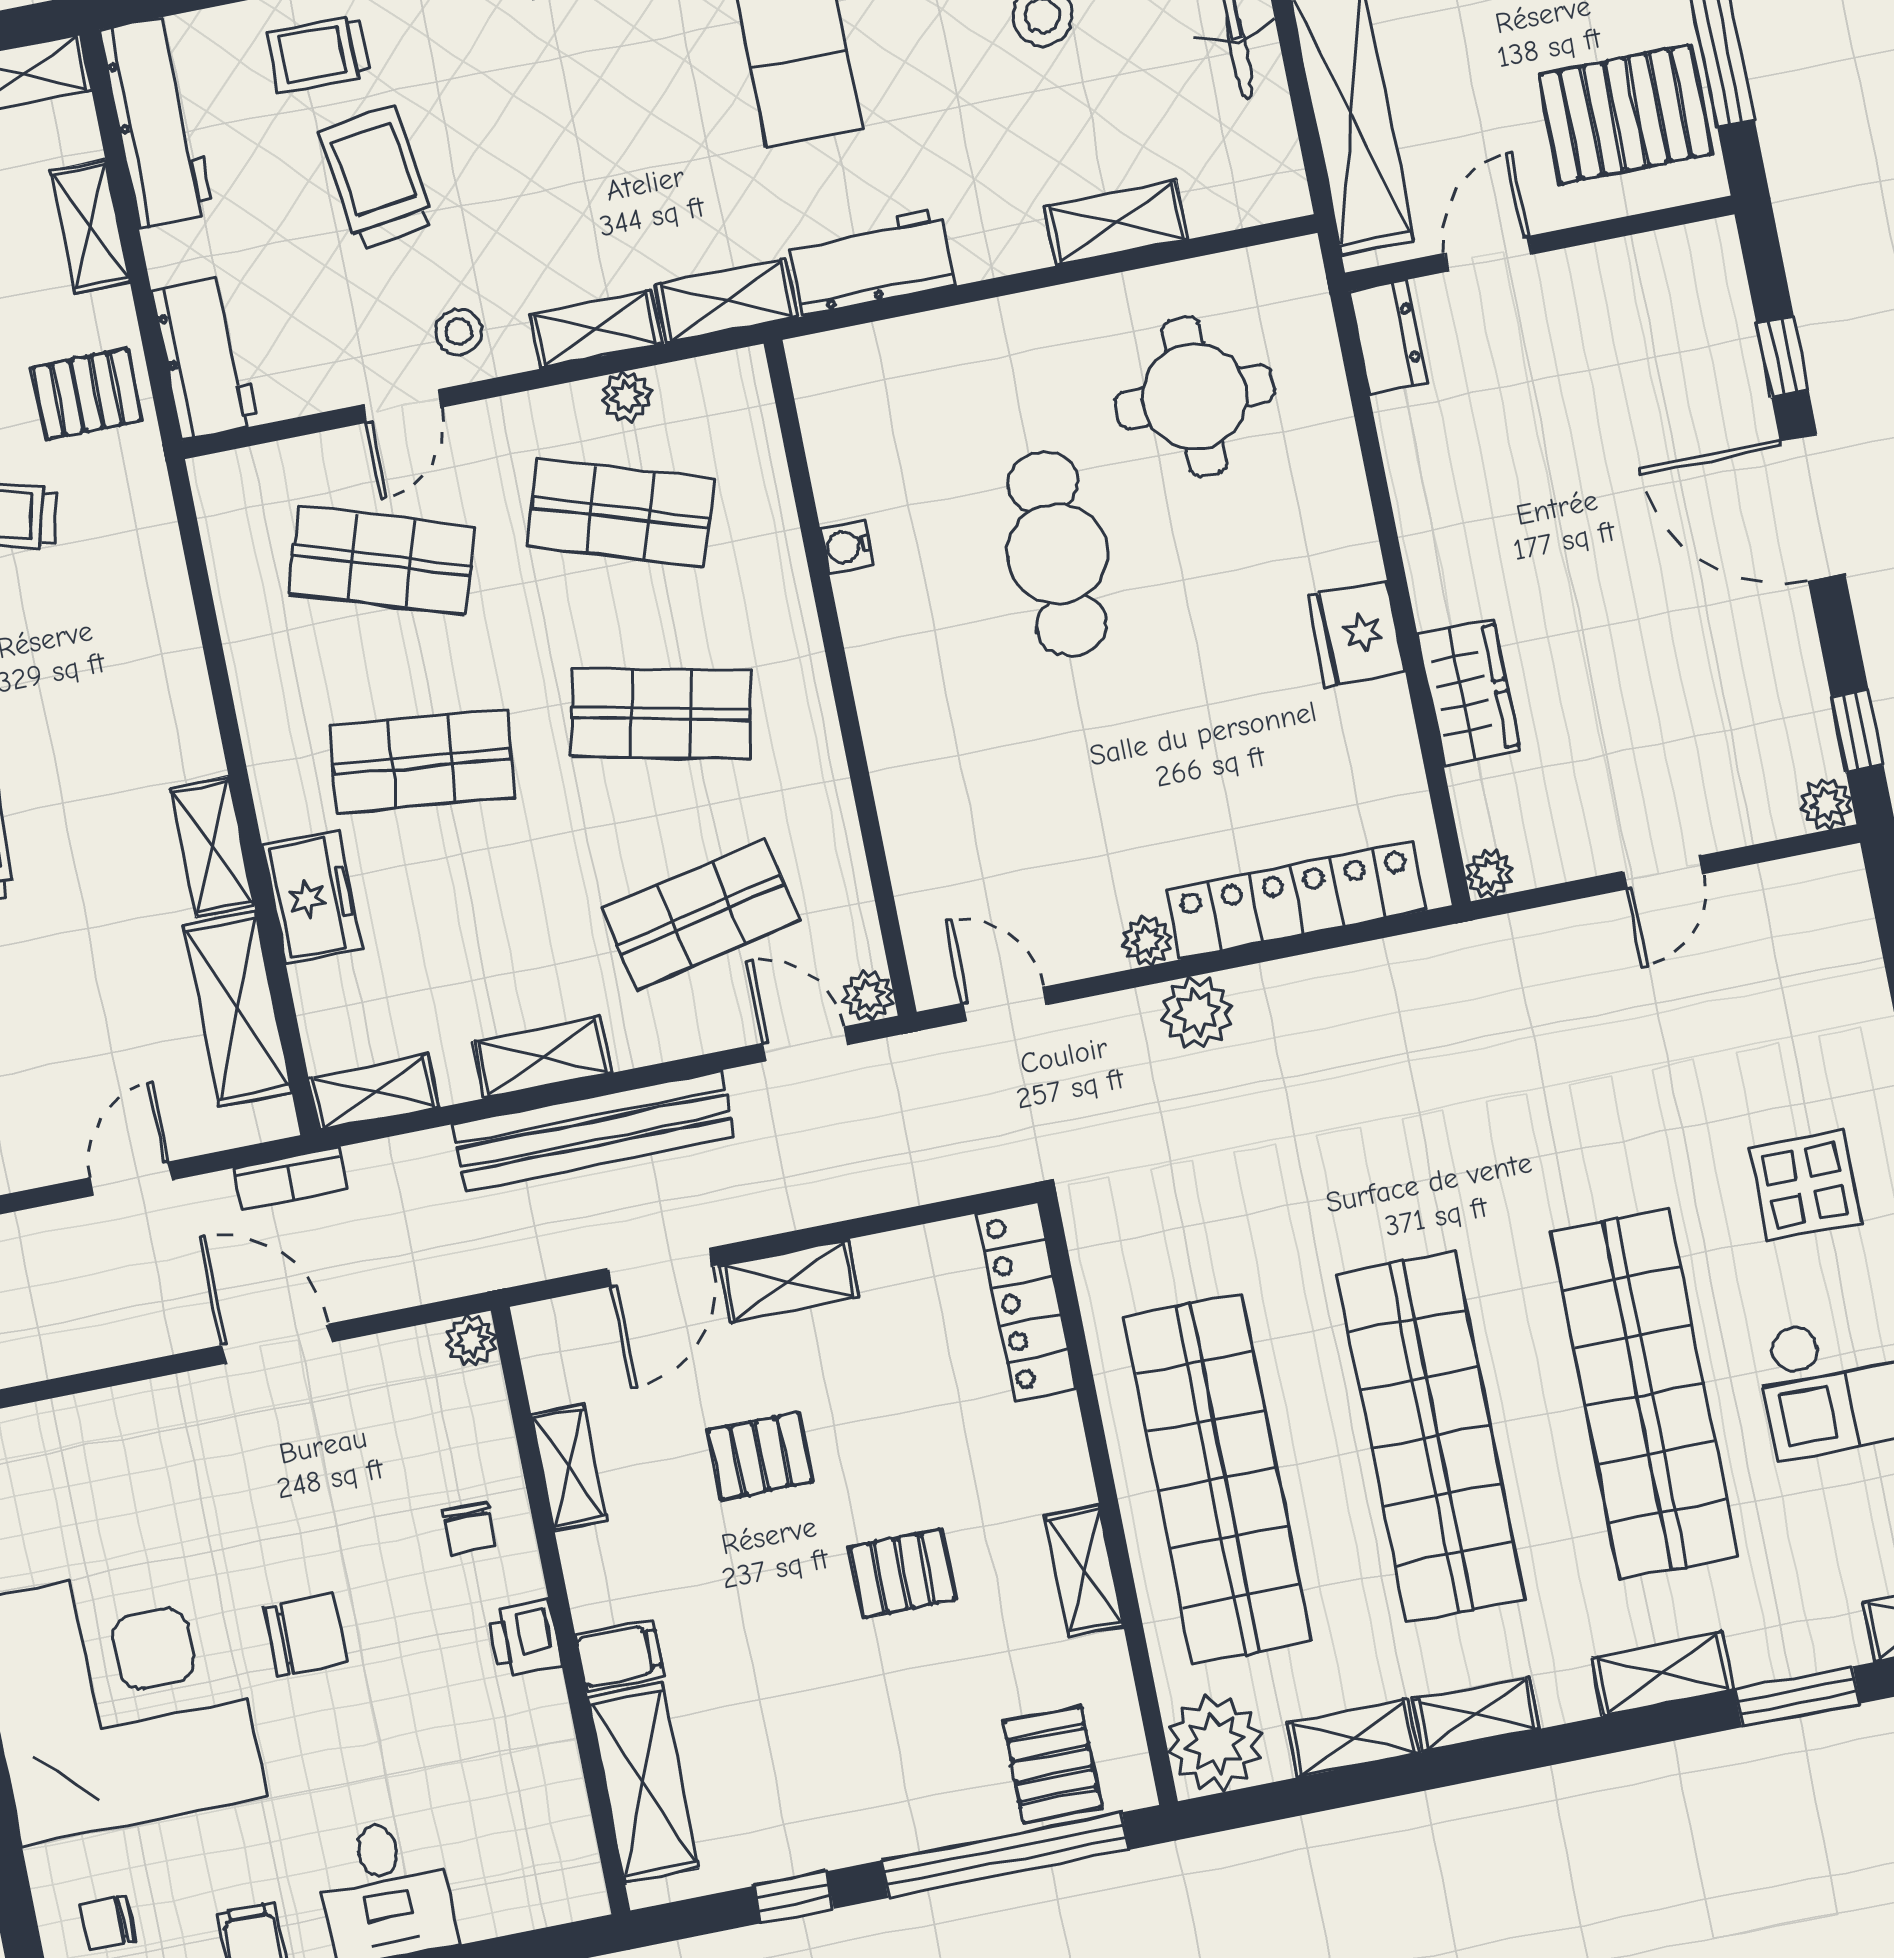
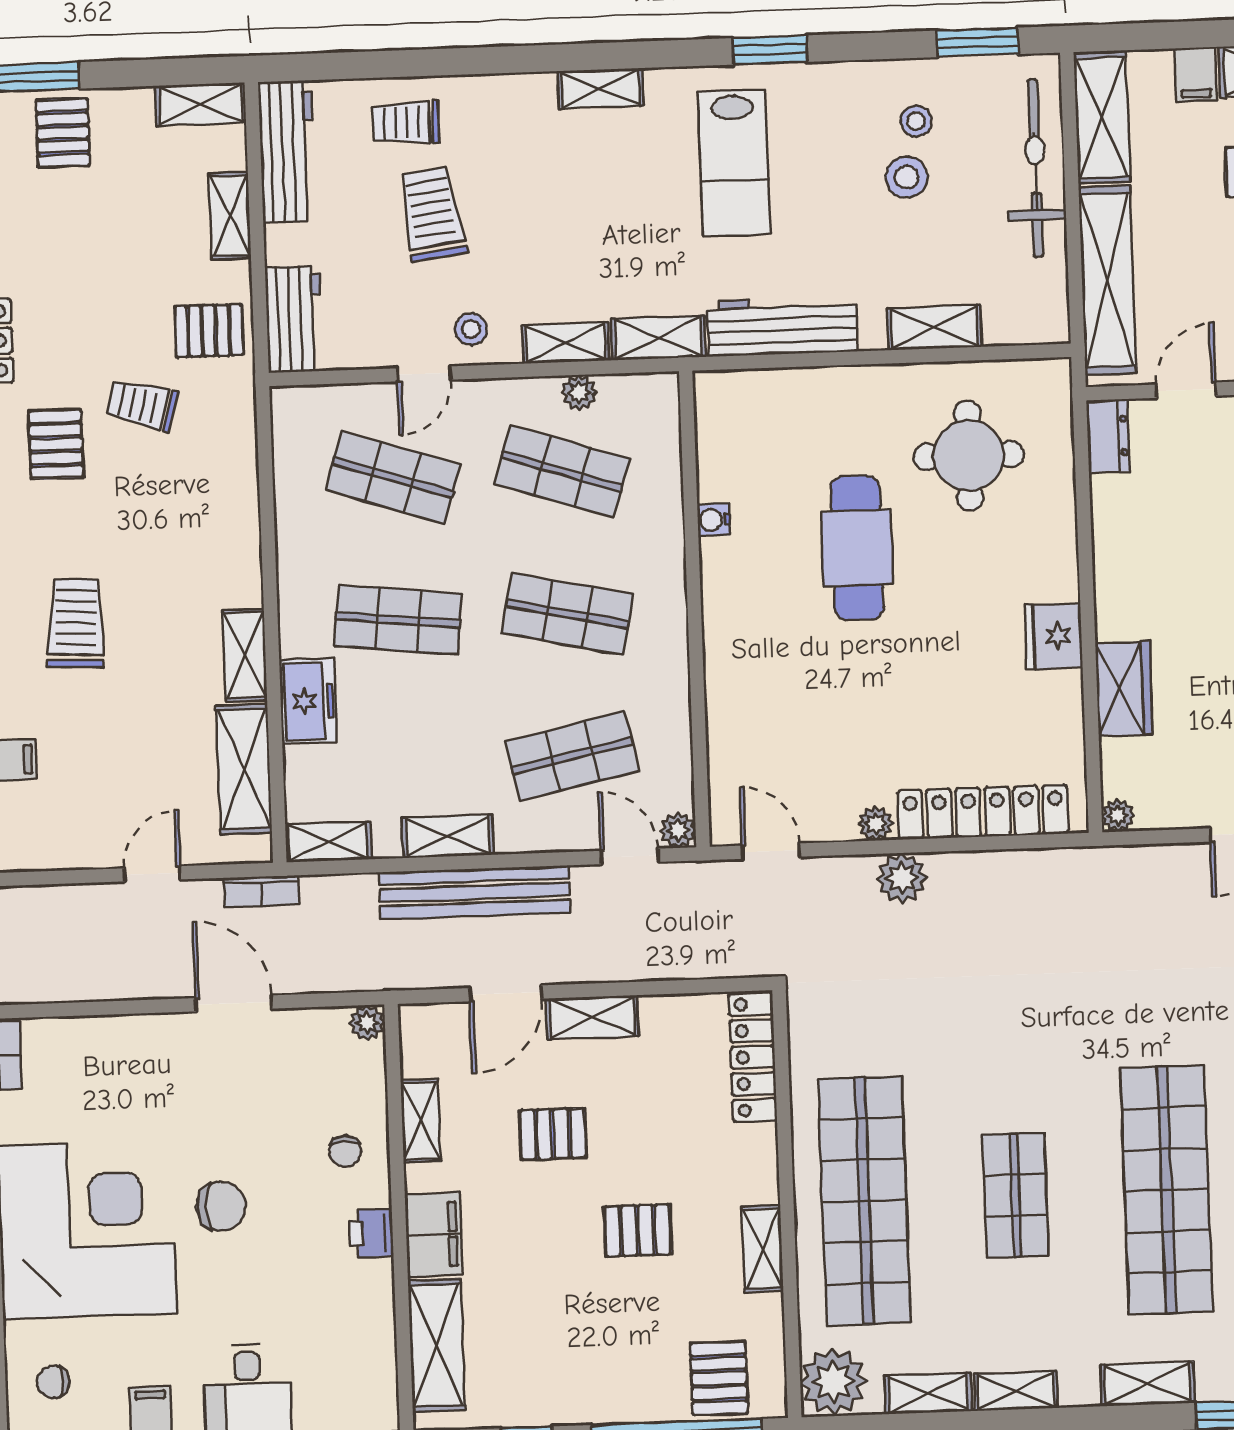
workbench: (871, 261) -> (782, 326), width x1.38
shop shelf: (1431, 1437) -> (1015, 1195), width x0.50, depth x0.74
filing cabinet: (620, 1655) -> (434, 1235), width x2.00

